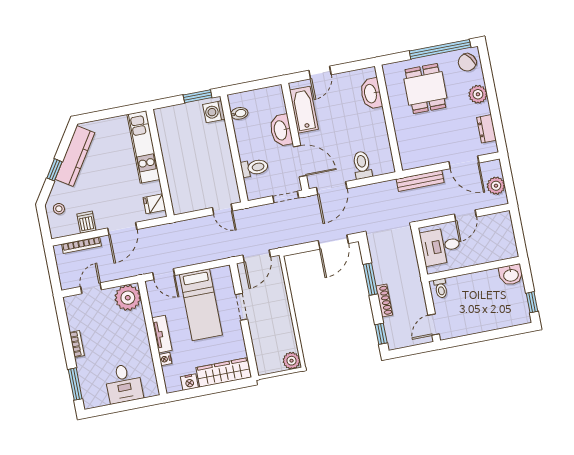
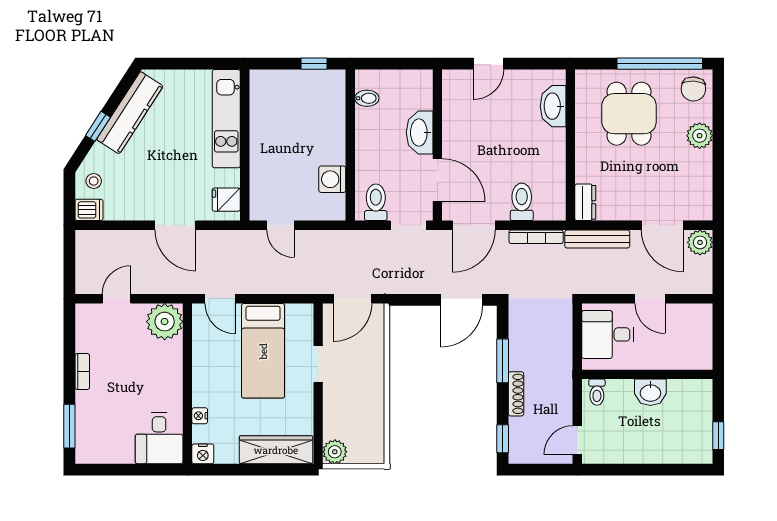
chair: (467, 62) -> (693, 89), turned -50
window: (198, 96) -> (314, 64), width x0.67
bathtub: (304, 110) -> (457, 110), removed
washing machine: (214, 112) -> (332, 179), moved
dresser: (486, 129) -> (585, 202), moved, turned 180
toilet: (254, 168) -> (376, 202), moved, turned -90
plant: (496, 186) -> (700, 242), moved
door: (222, 209) -> (280, 225), moved
door: (465, 215) -> (650, 299), hinge flipped
dishwasher: (86, 222) -> (89, 210), moved, turned 90
door: (122, 229) -> (175, 225), hinge flipped
bookcase: (81, 245) -> (536, 237), moved
washbasin: (511, 275) -> (650, 392), moved
tv unit: (162, 334) -> (202, 381), removed
plant: (291, 361) -> (335, 452), moved
nightstand: (189, 382) -> (203, 454), moved
desk: (124, 383) -> (159, 438), moved

